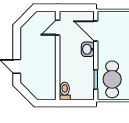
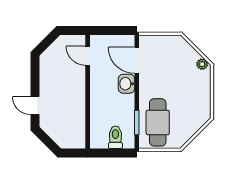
door: (58, 28) -> (88, 56), hinge flipped
toilet: (65, 91) -> (115, 137), moved

